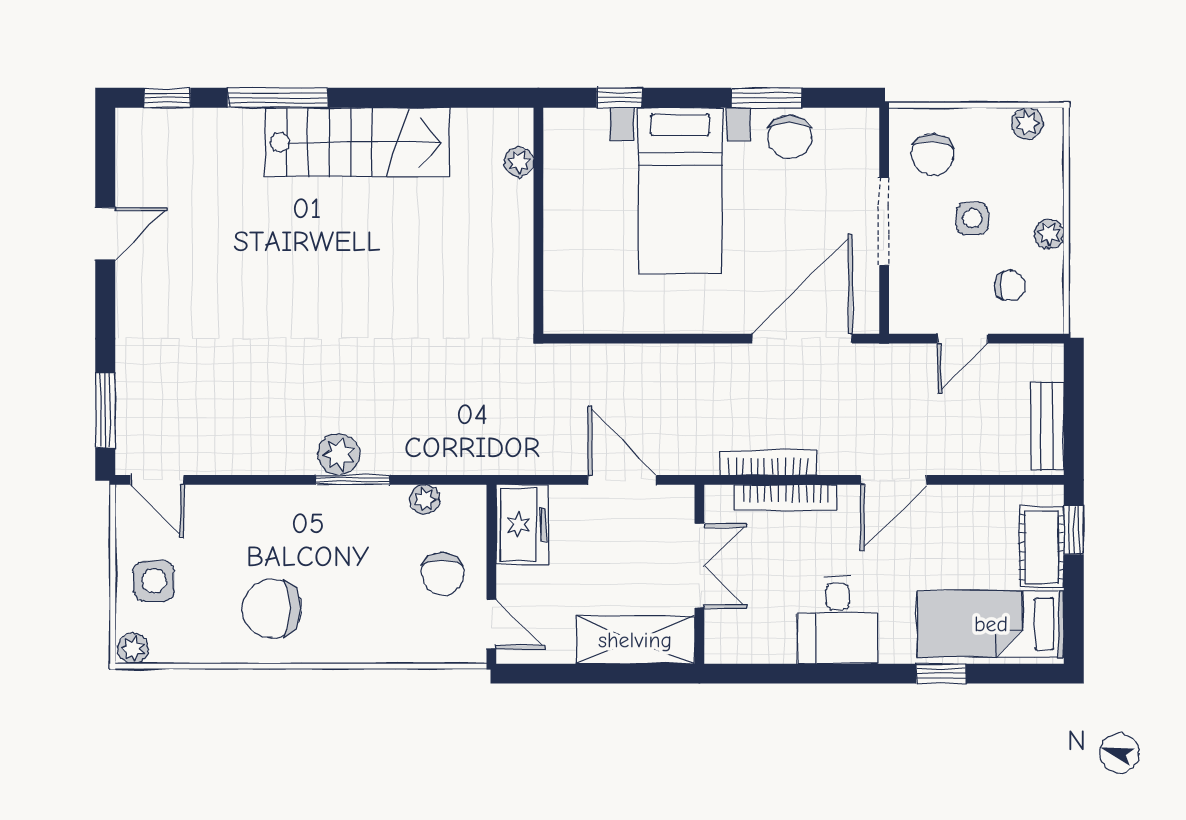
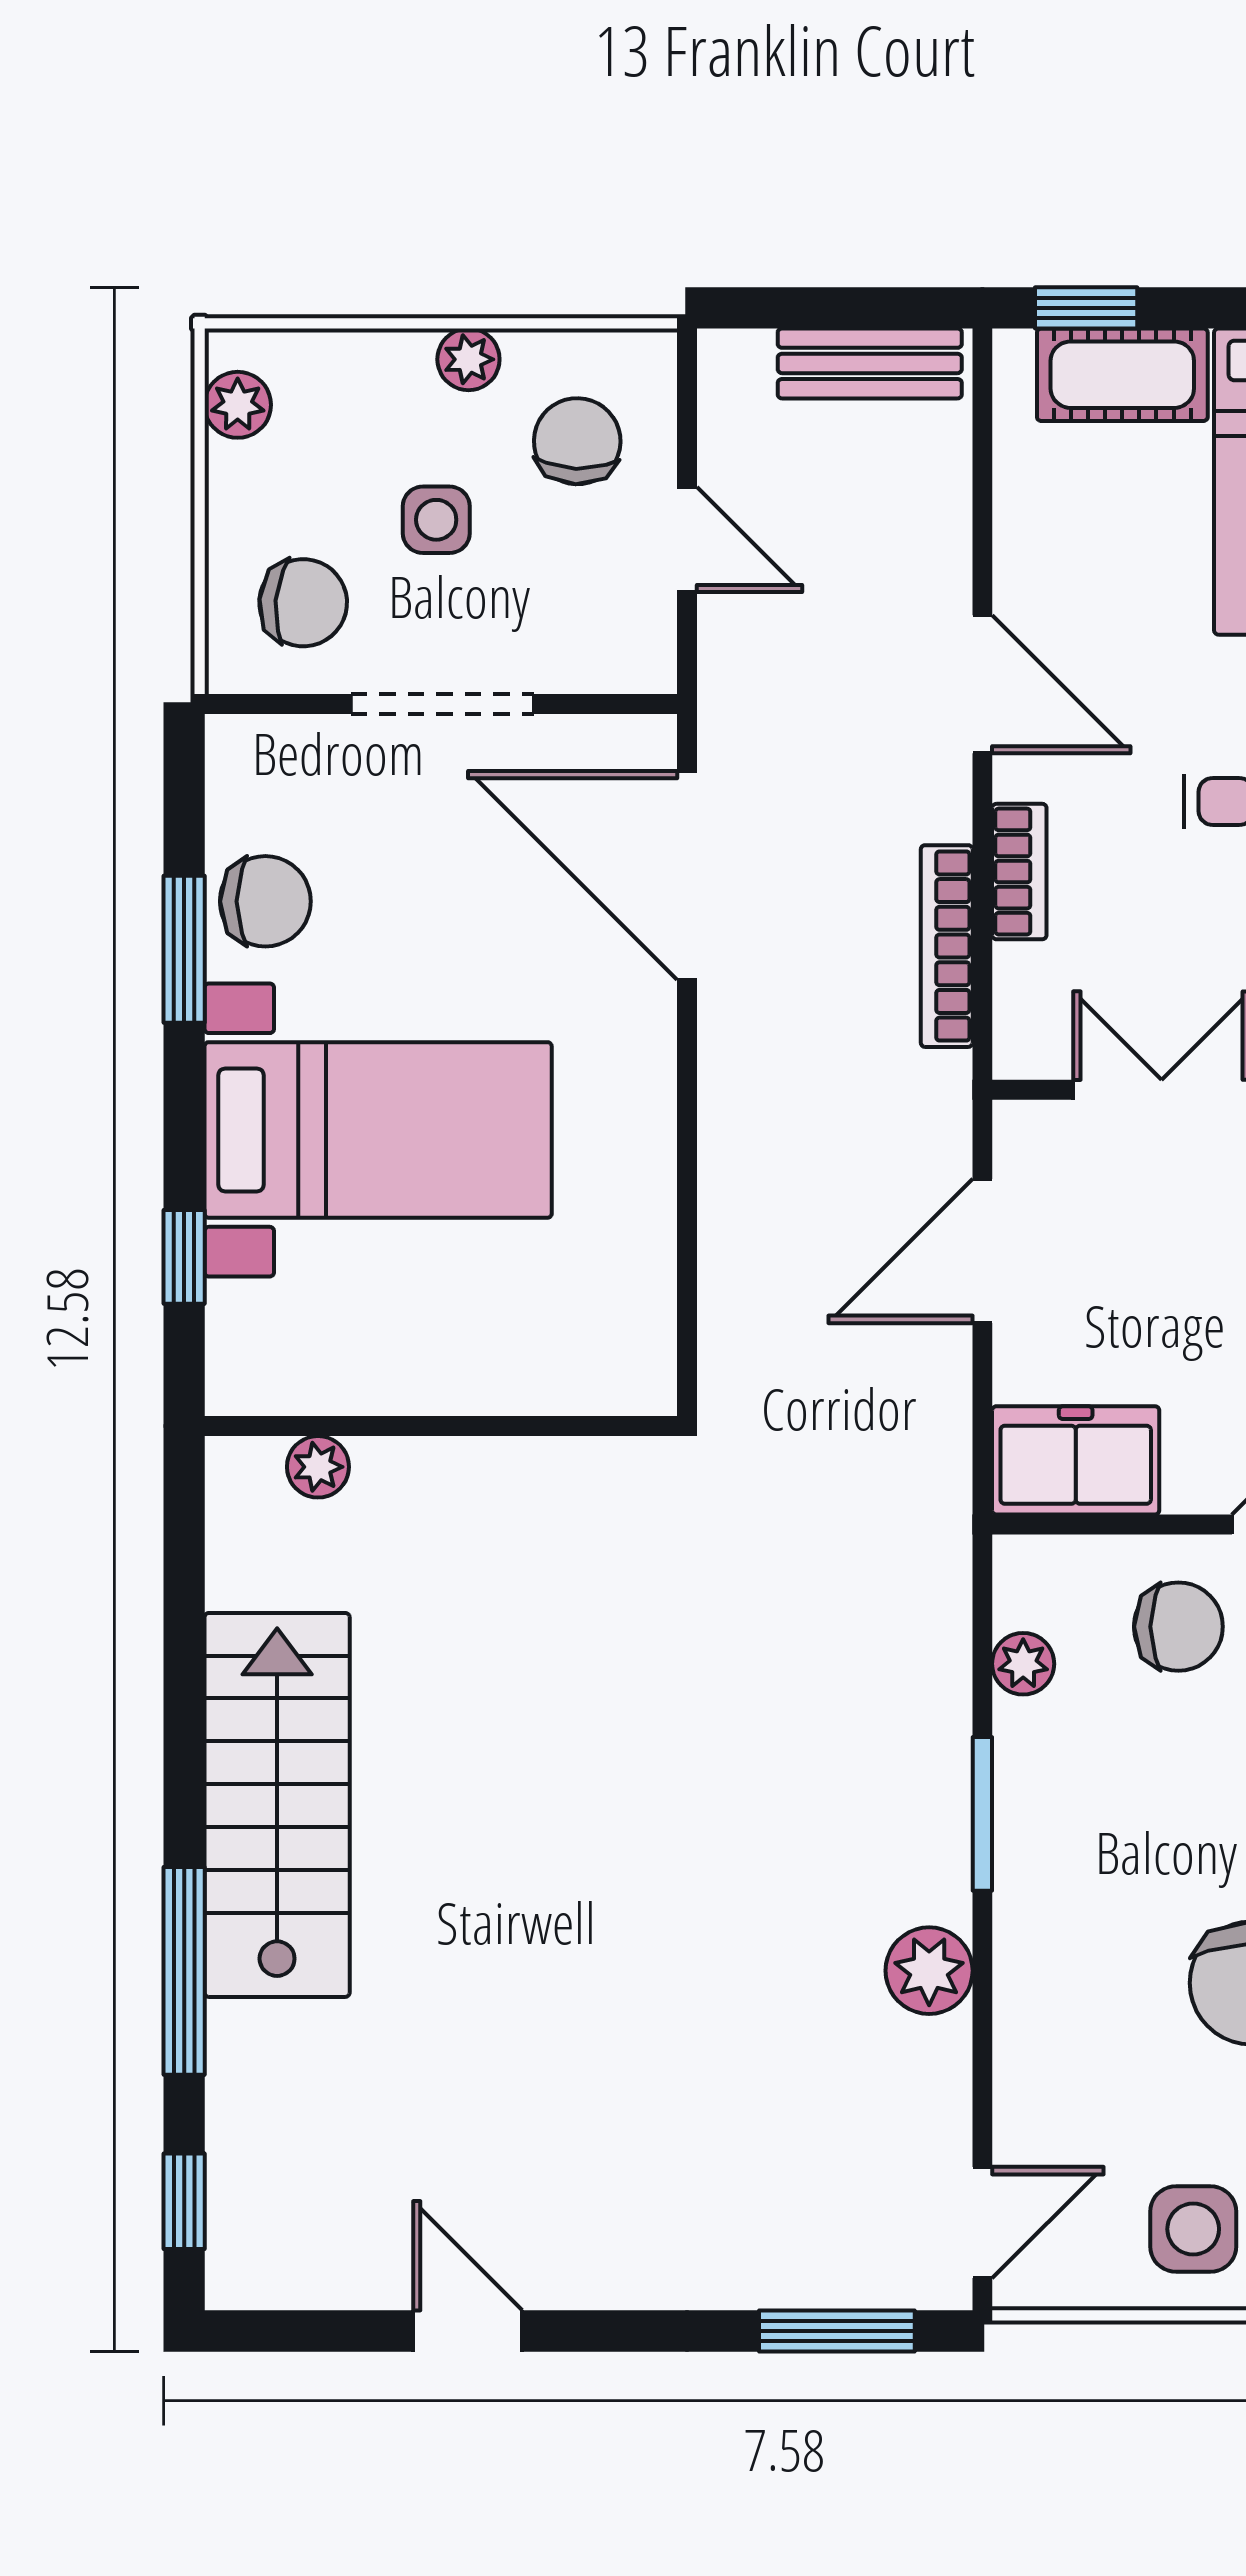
chair: (1010, 286) -> (577, 441), width x1.37, depth x1.37
plant: (339, 454) -> (929, 1971), moved
bookcase: (786, 498) -> (1019, 872), width x0.64

